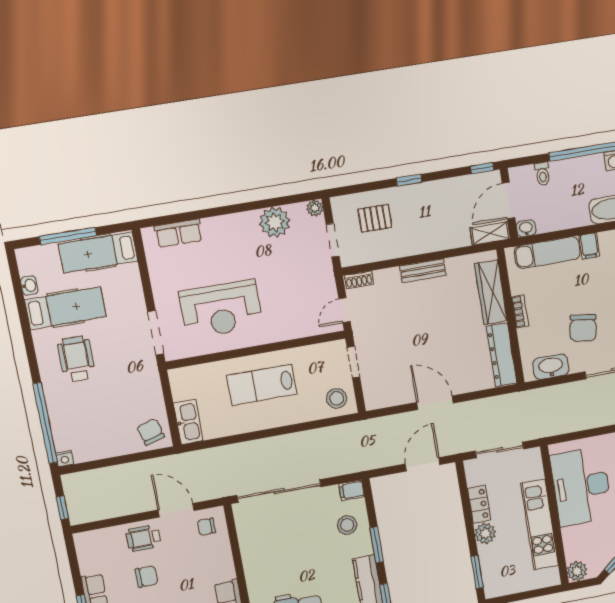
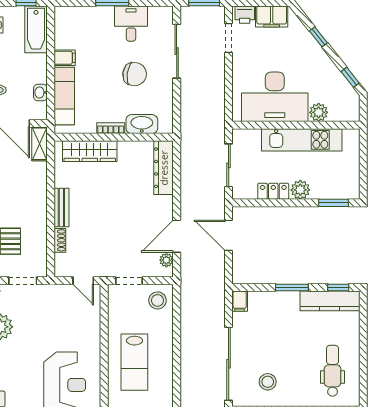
washbasin: (526, 228) -> (40, 92), moved
shoe rack: (359, 280) -> (60, 240), moved
dresser: (502, 355) -> (164, 168), moved, turned 90
washbasin: (551, 367) -> (142, 124), moved, turned 90
plant: (383, 400) -> (166, 260), added
door: (435, 403) -> (177, 236), moved
stool: (347, 525) -> (268, 382), moved
plant: (577, 571) -> (319, 112), moved

